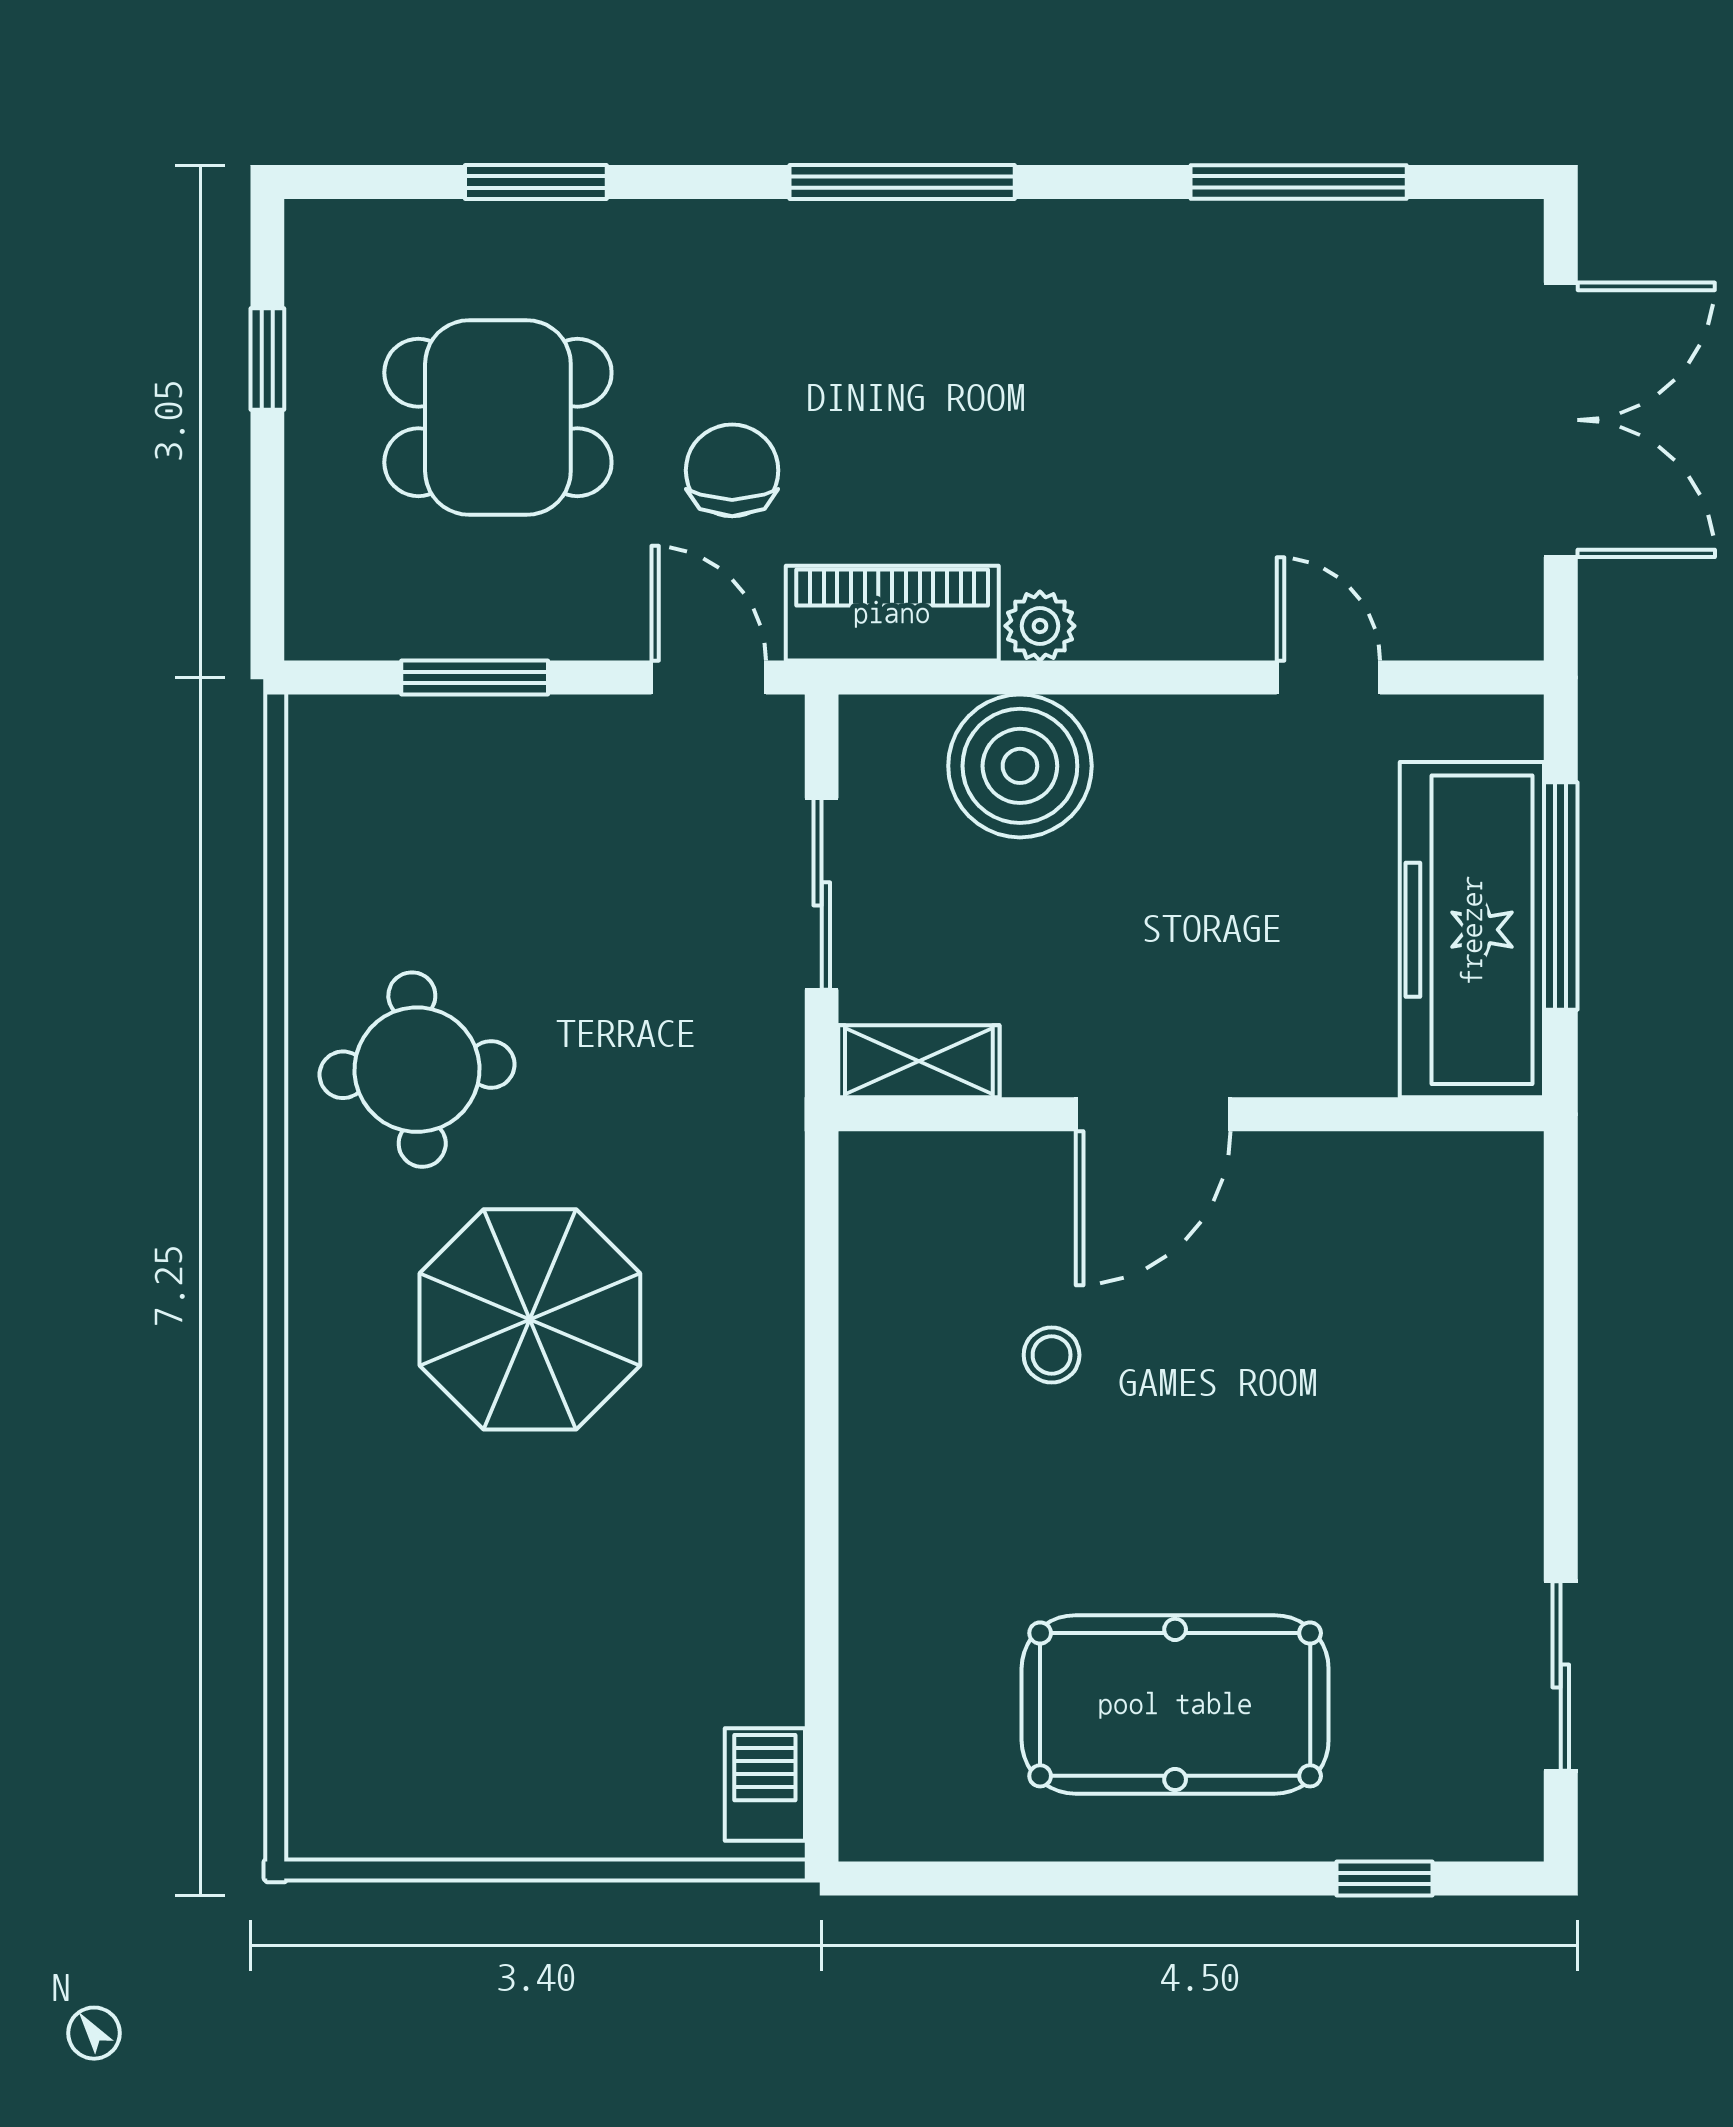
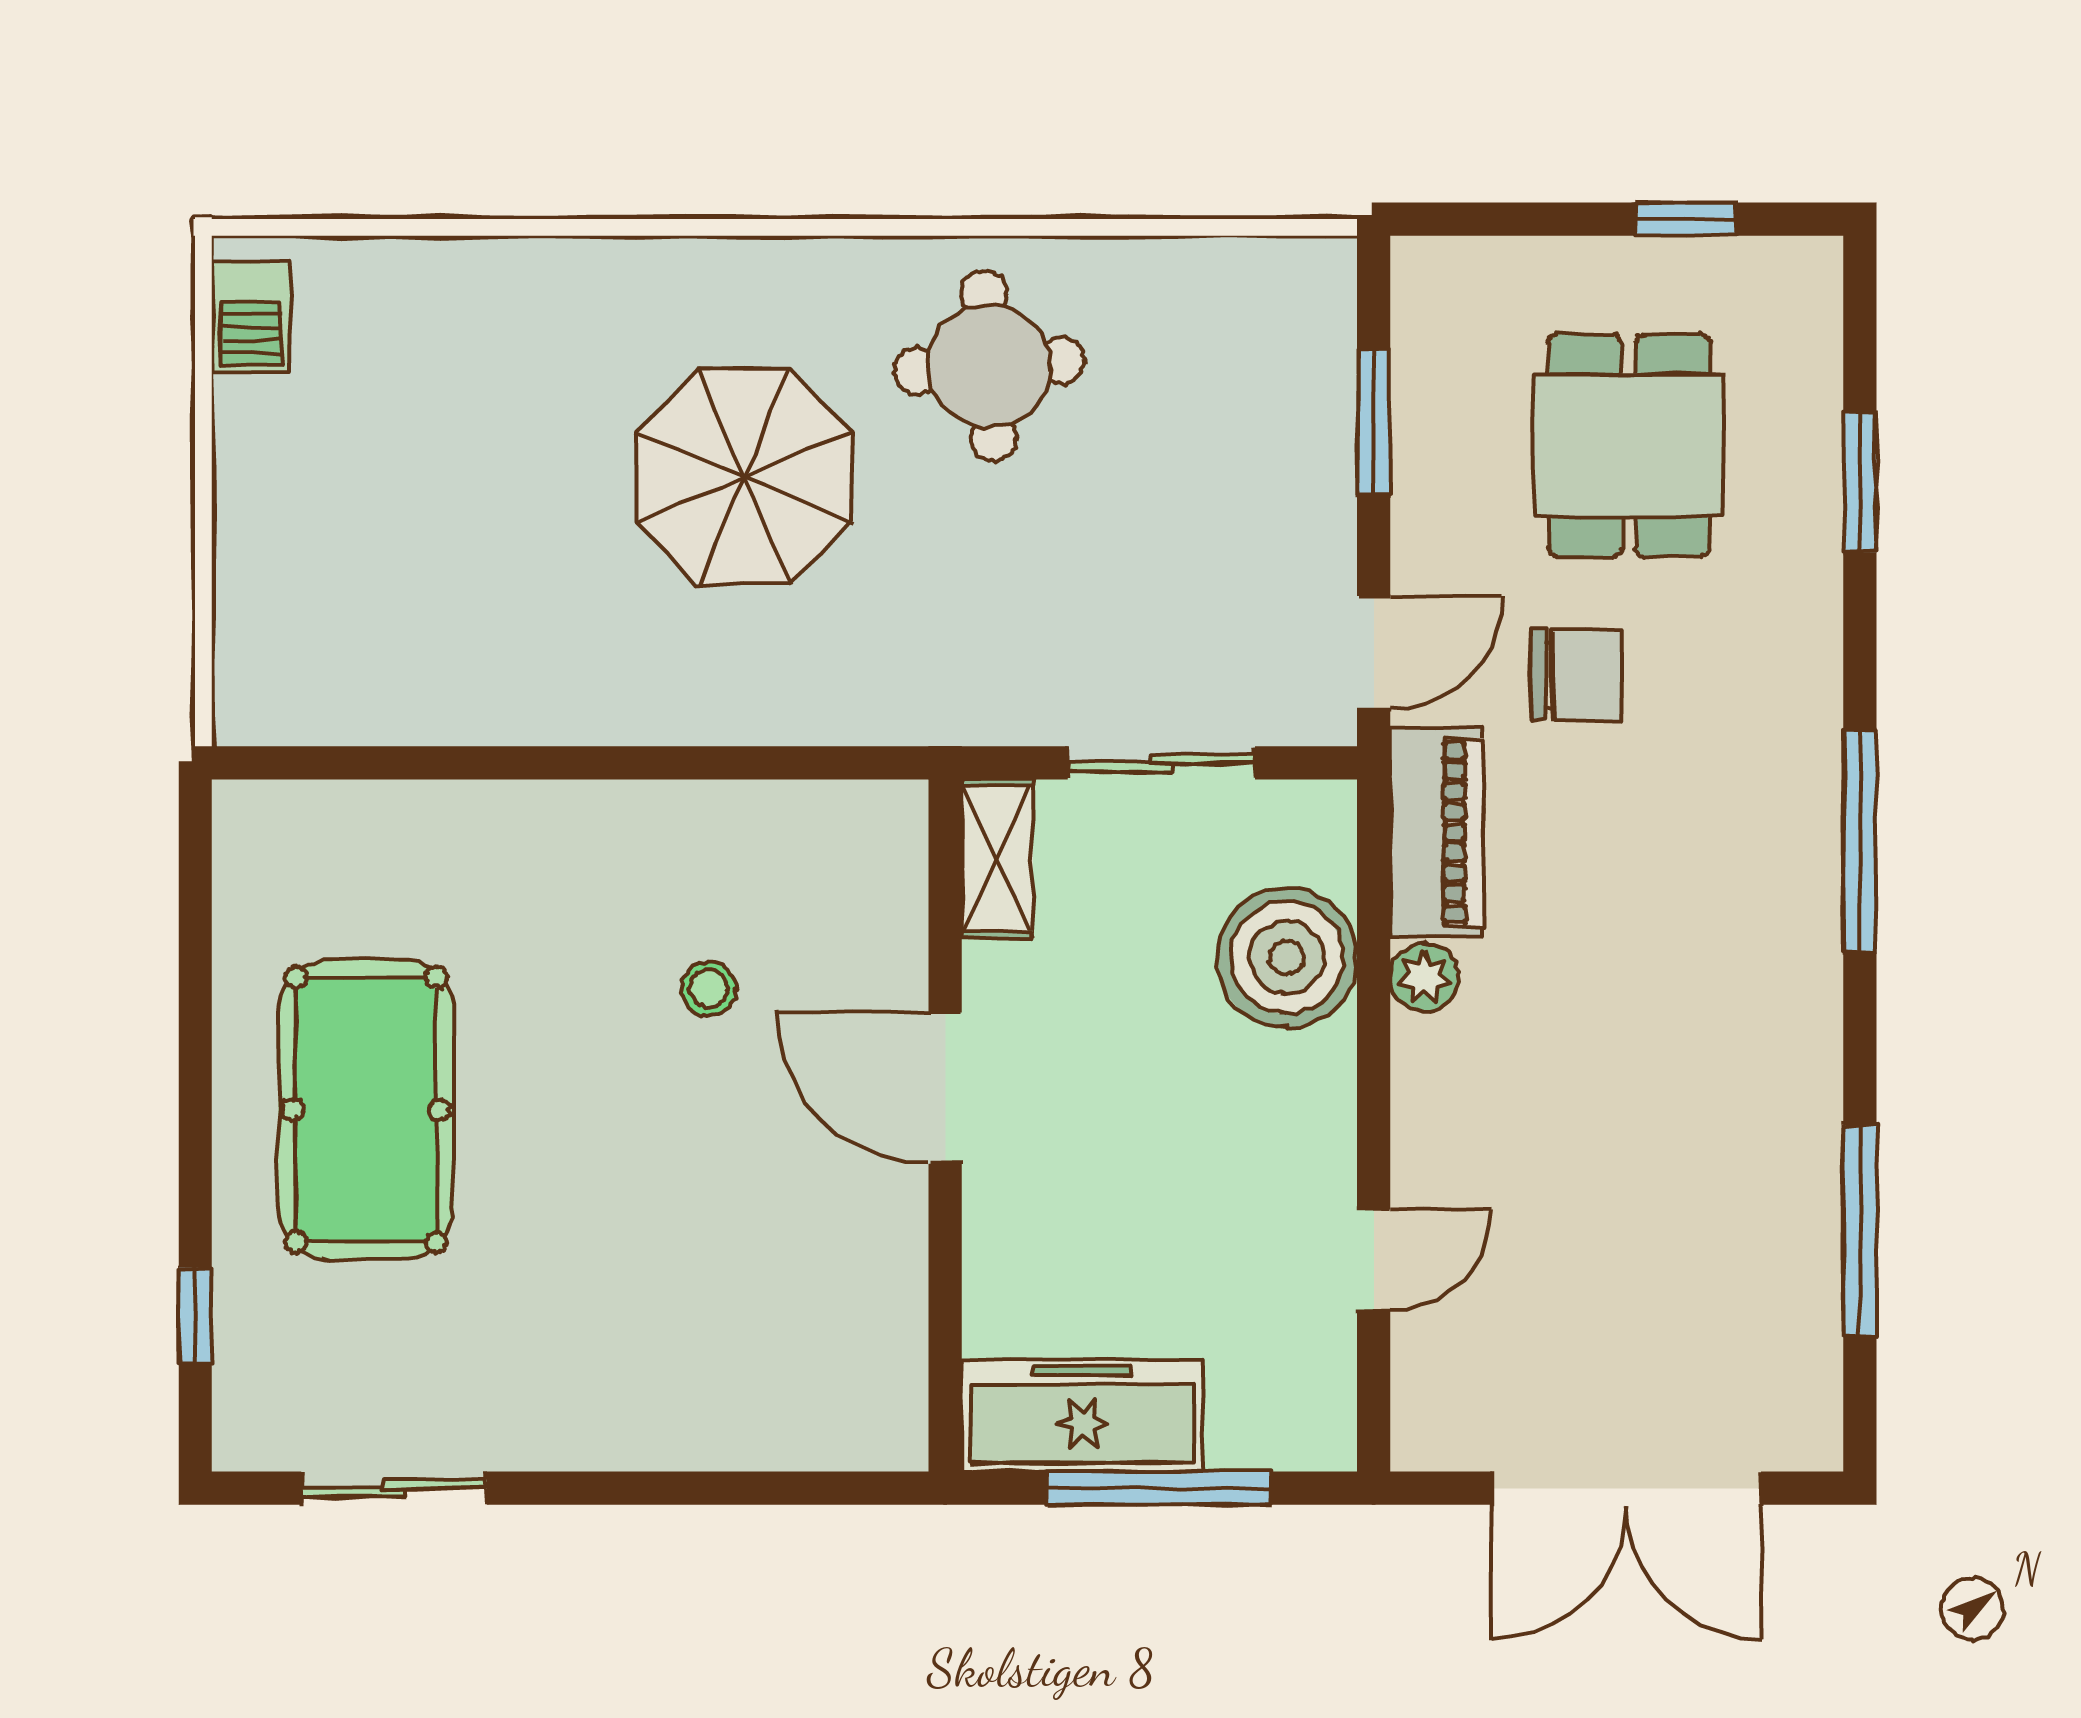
freezer: (1472, 930) -> (1082, 1416), width x0.73, depth x0.79
barbecue: (765, 1785) -> (251, 317), moved, turned 90

